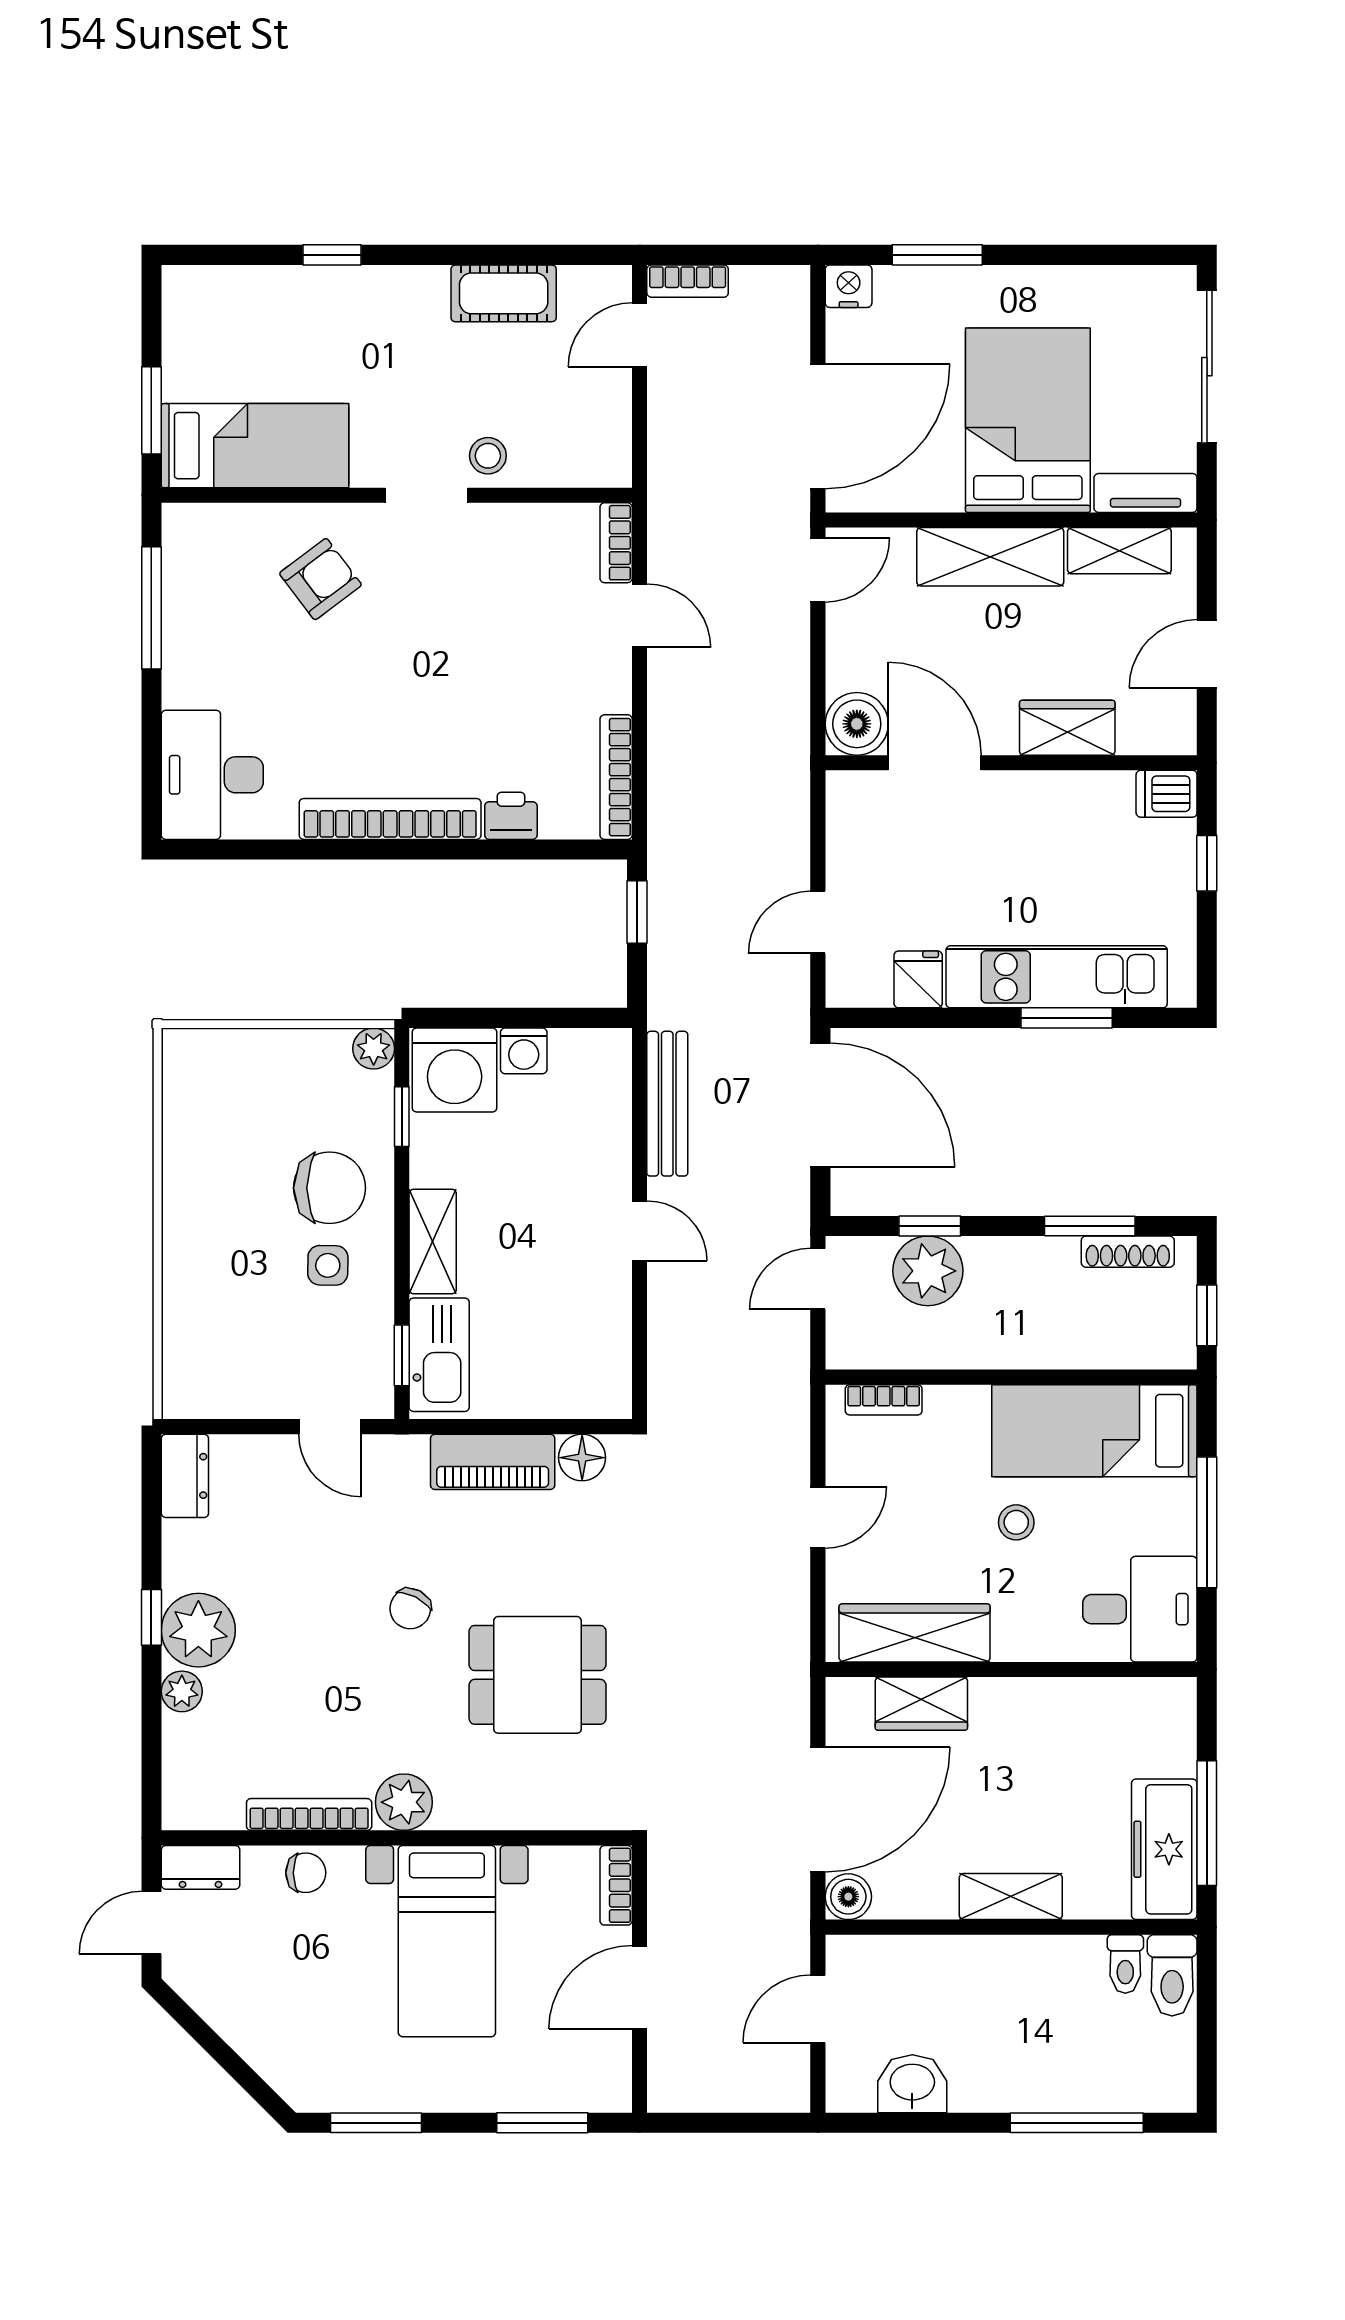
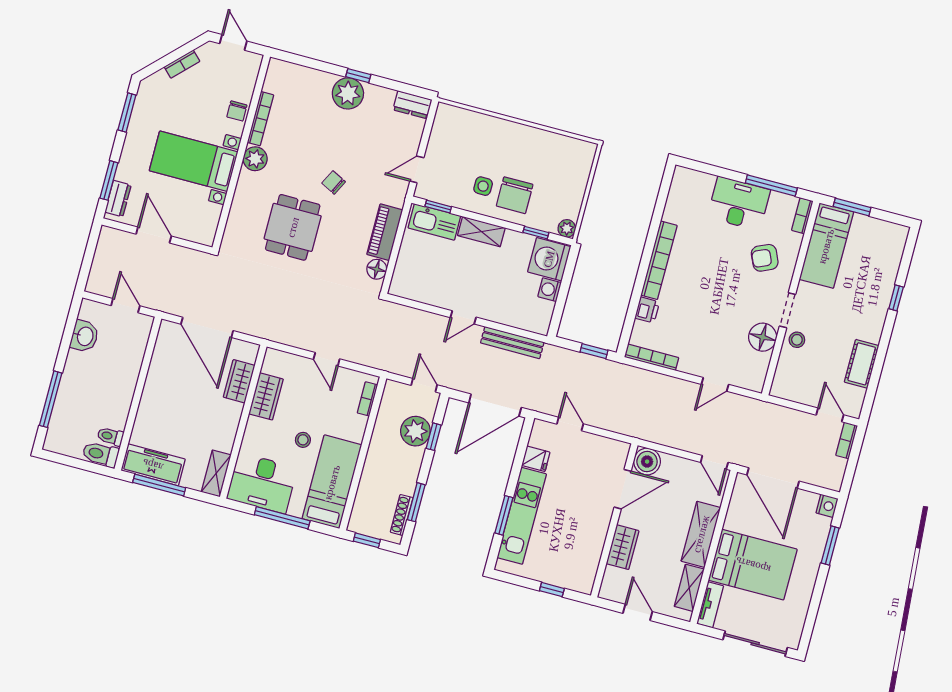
floor lamp: (503, 536) -> (763, 337), added
bookcase: (616, 543) -> (802, 216), moved, turned -90
armchair: (320, 579) -> (765, 258), turned 103
desk: (212, 775) -> (739, 204), moved
dishwasher: (1167, 794) -> (585, 581), removed
desk: (1140, 1609) -> (262, 483), width x1.37
wardrobe: (915, 1633) -> (266, 396), width x0.67
plant: (182, 1691) -> (325, 80), removed
dresser: (201, 1867) -> (118, 199), moved, turned 180
bookcase: (616, 1885) -> (182, 64), moved, turned 135
boiler: (848, 1897) -> (168, 330), removed
shelving: (1011, 1897) -> (216, 473), moved

